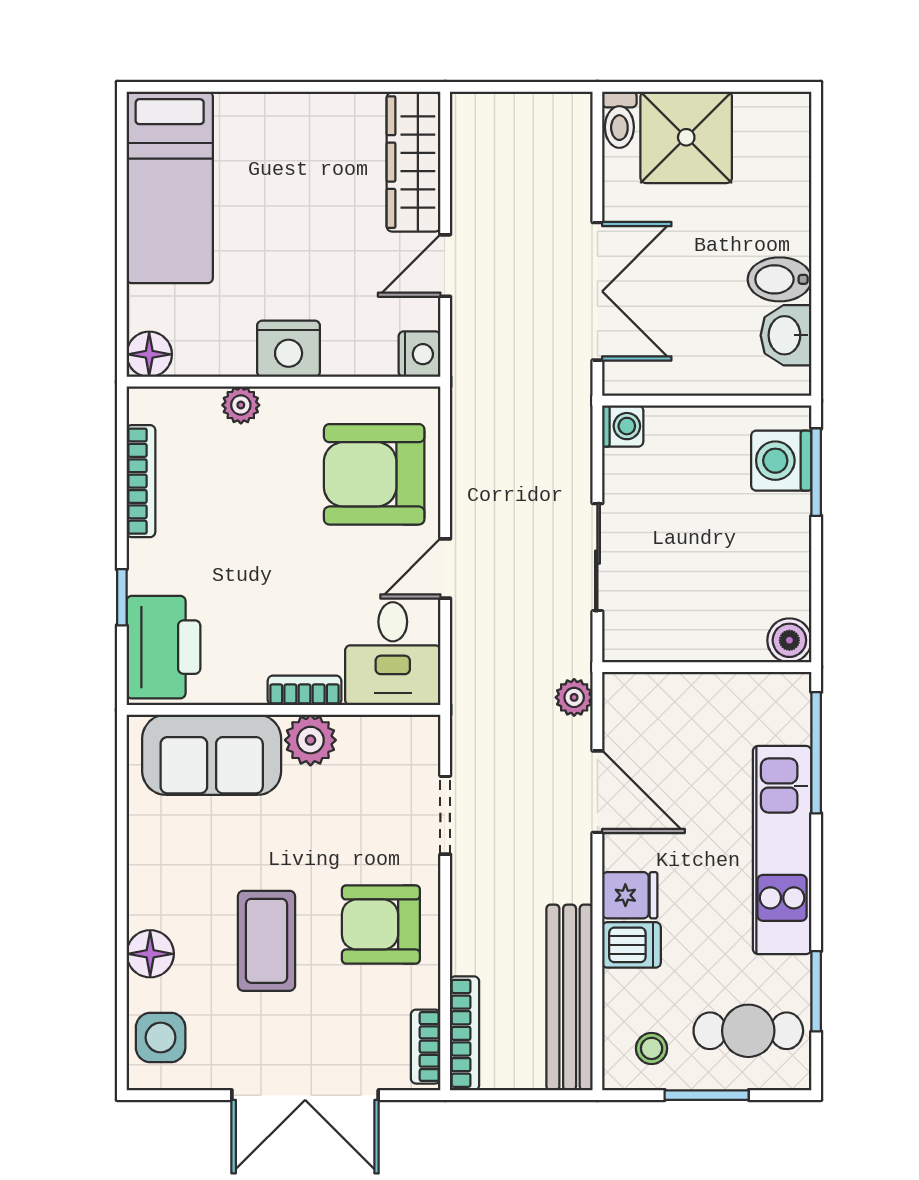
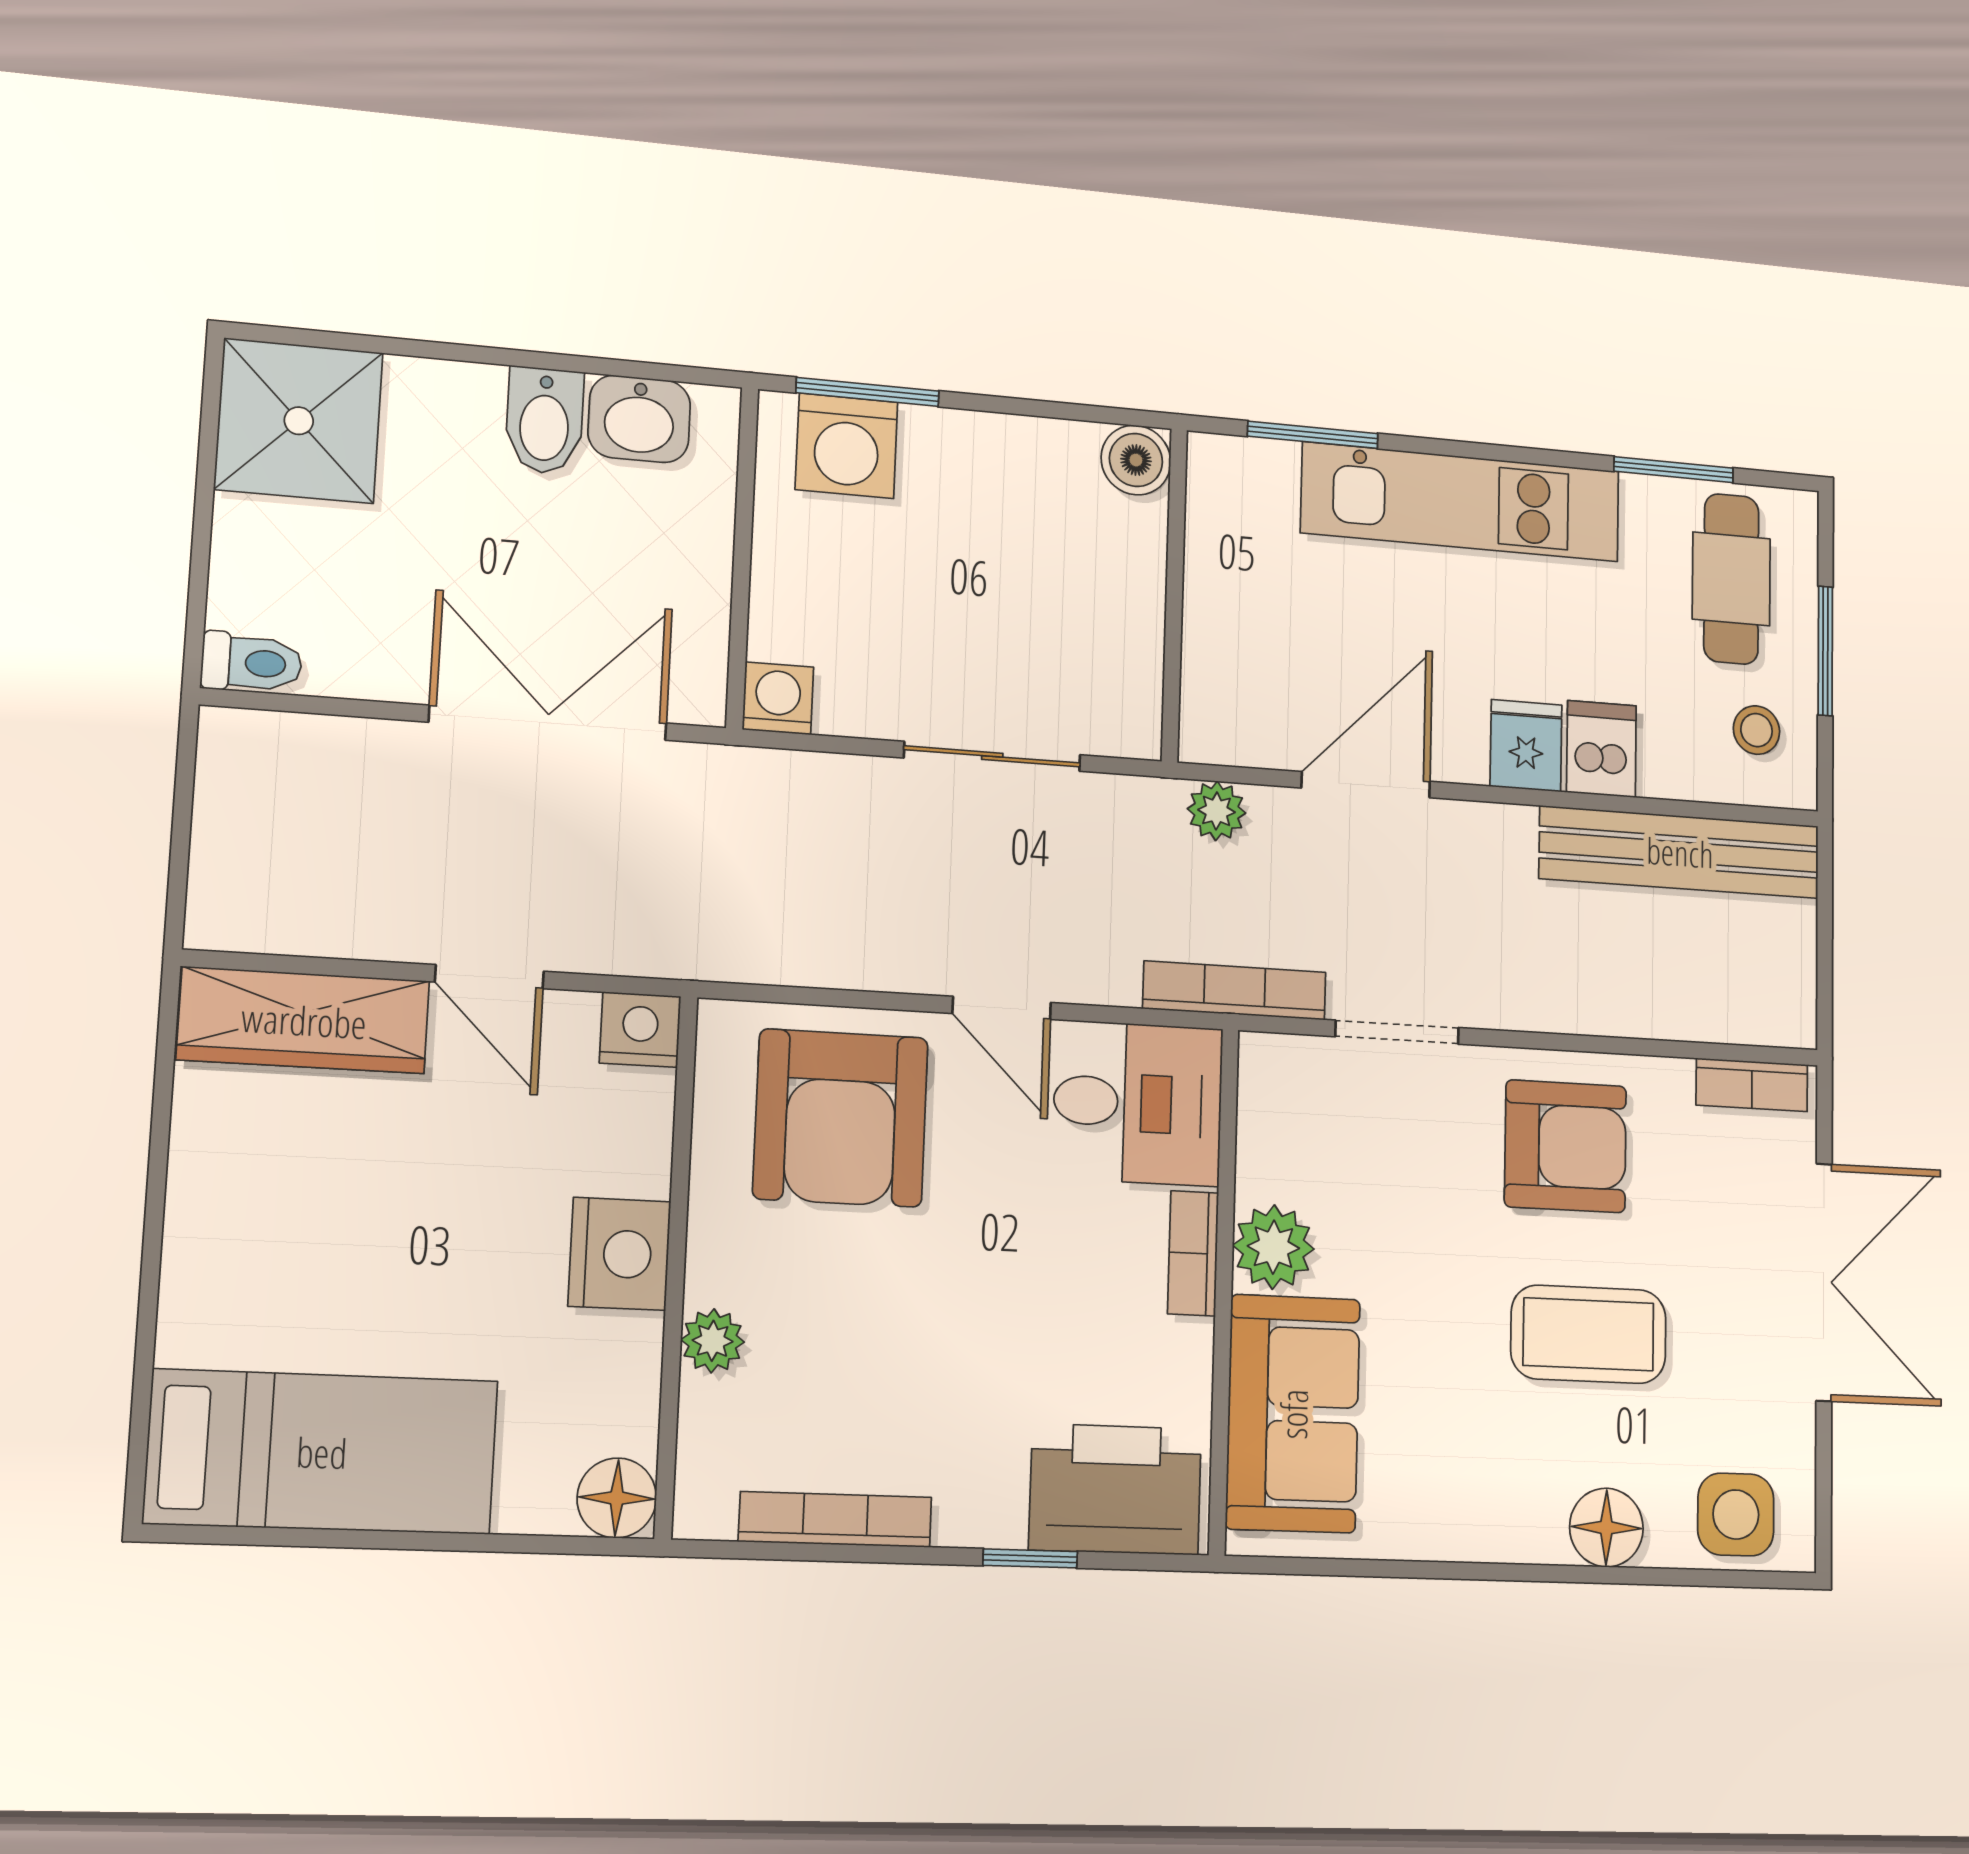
shower: (686, 137) -> (299, 421), moved
window: (816, 753) -> (1313, 435), width x0.69
armchair: (381, 924) -> (1566, 1146), turned -90
bookcase: (465, 1033) -> (1235, 990), moved

